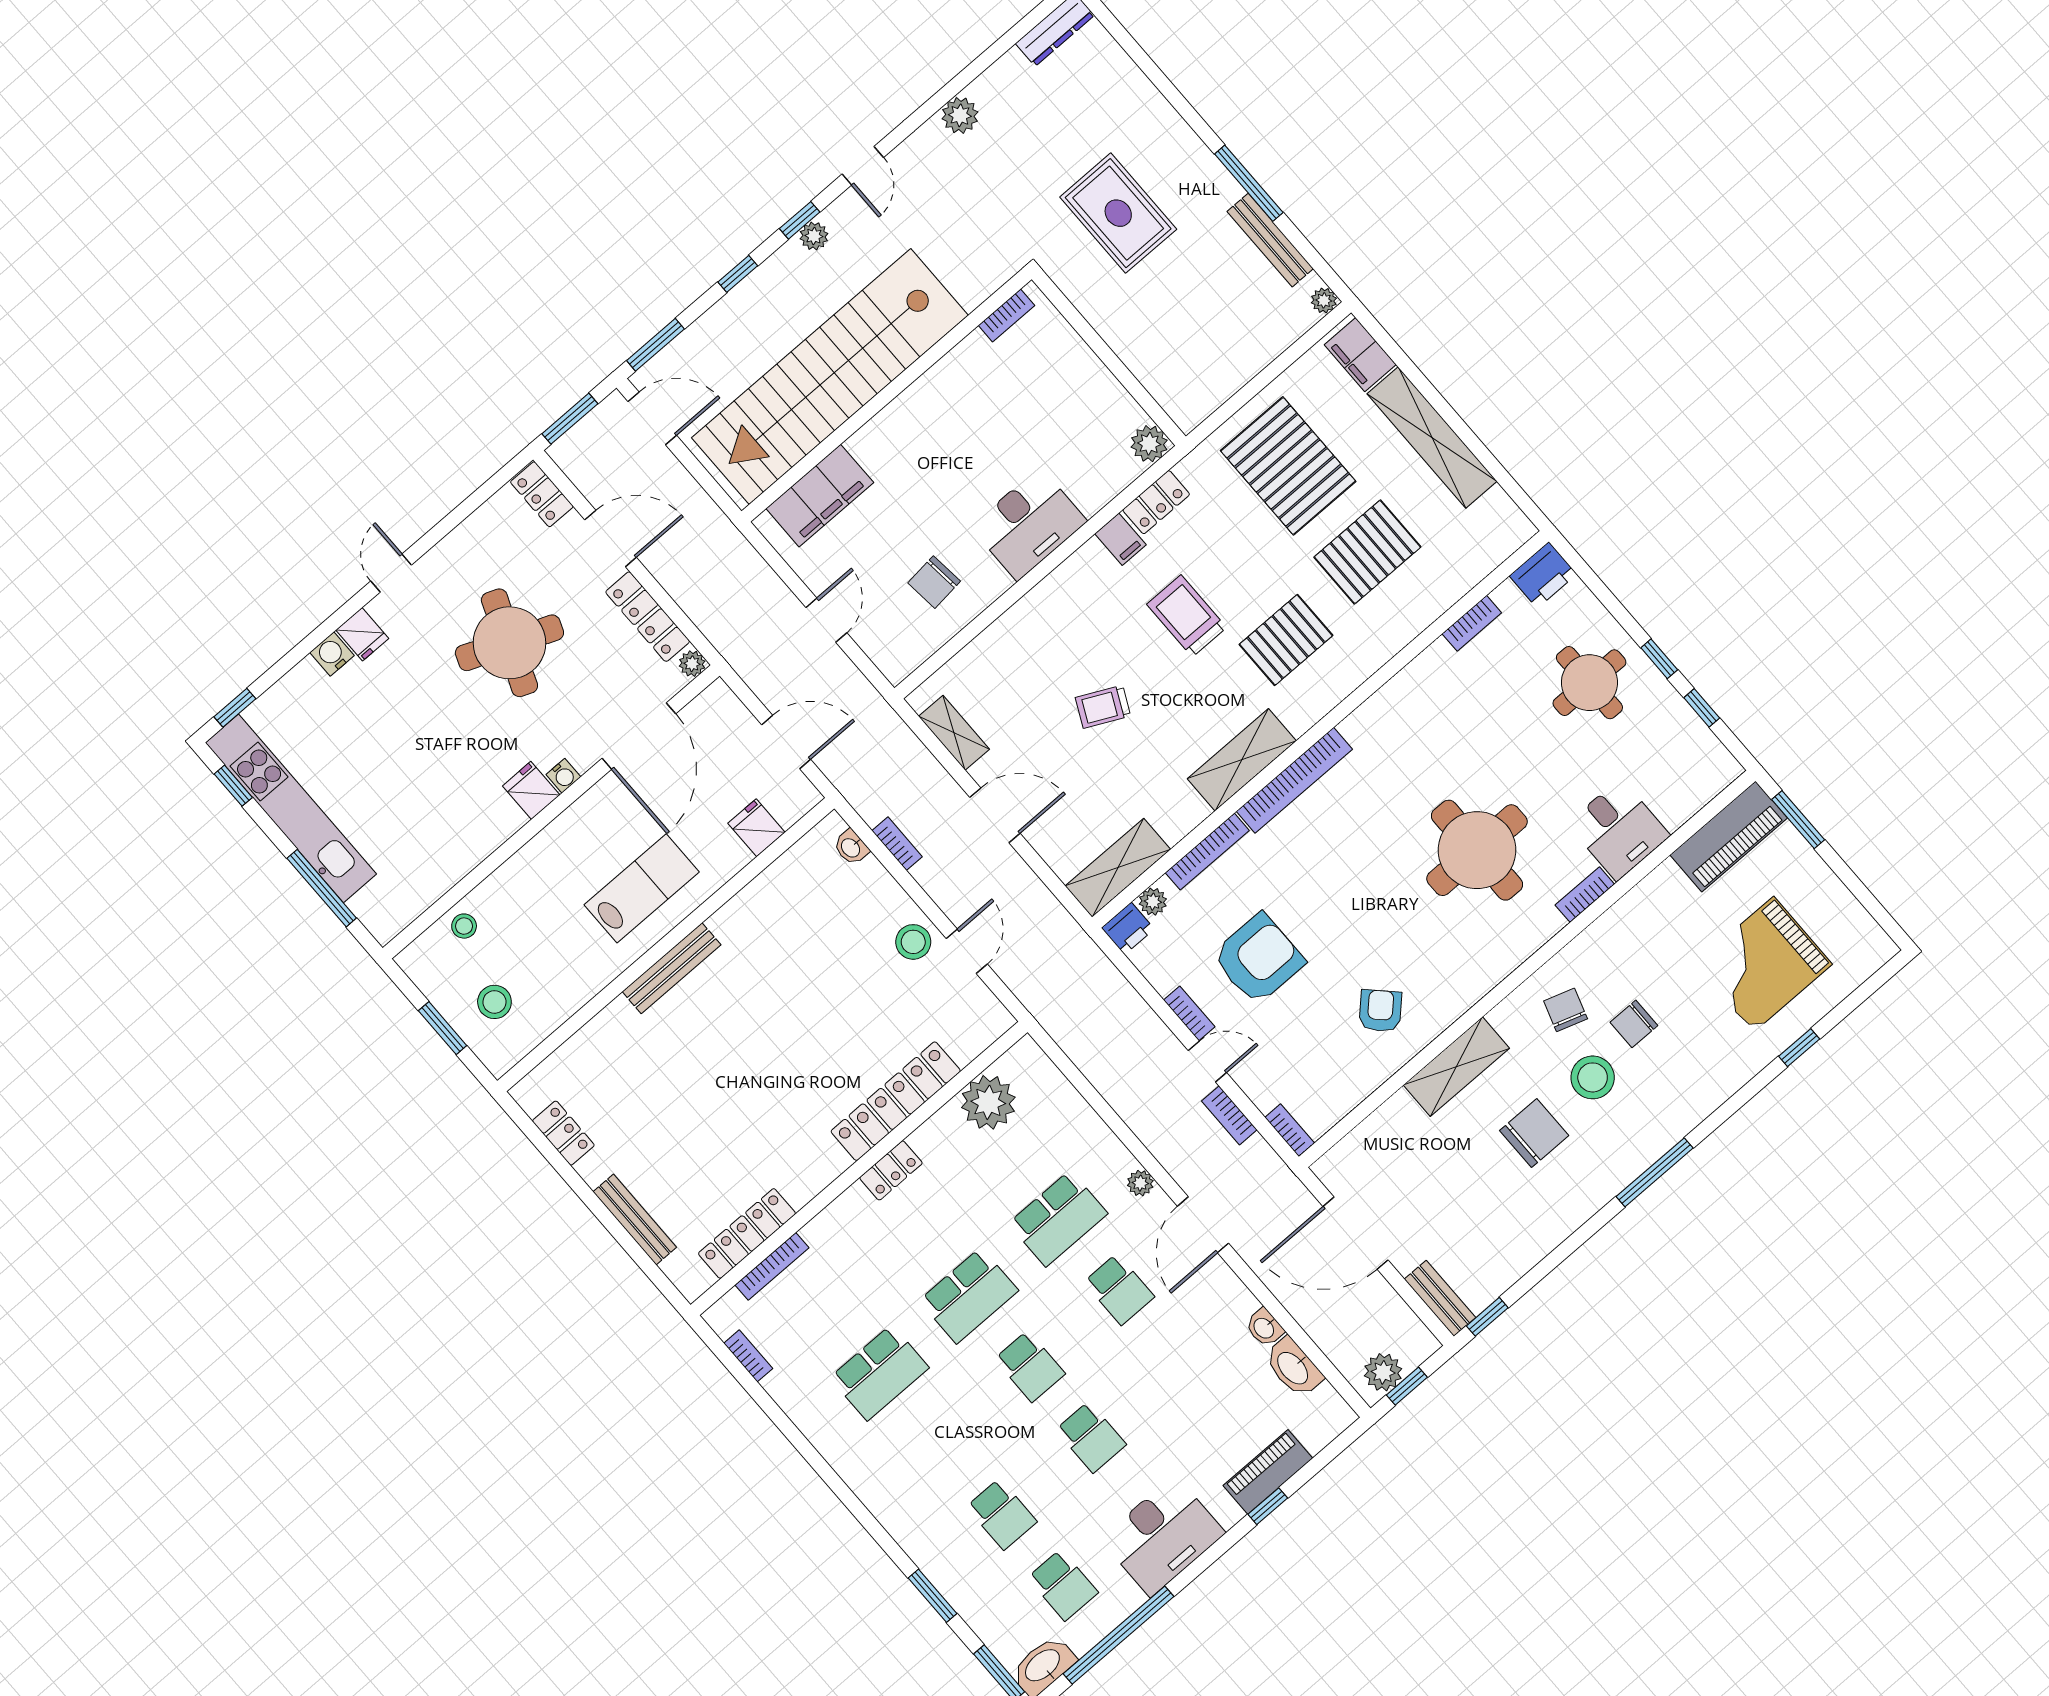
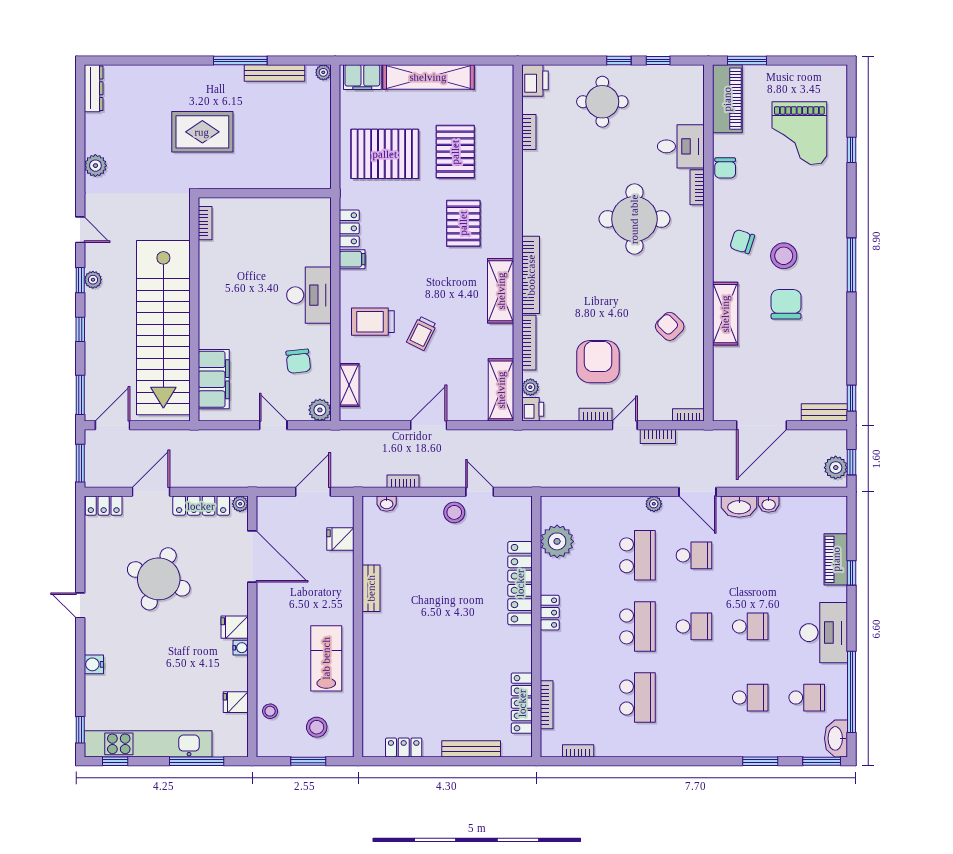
plant: (1149, 444) -> (320, 410), moved
trolley: (1187, 616) -> (373, 322), moved
fridge: (362, 634) -> (236, 702), moved, turned 180
shelving: (954, 733) -> (349, 385), moved, turned 90
water cooler: (563, 776) -> (241, 648), moved
lab bench: (642, 888) -> (326, 658), moved
bench: (672, 968) -> (371, 588), moved, width x0.73
chair: (1634, 1024) -> (725, 168), moved
washbasin: (1293, 1367) -> (739, 507), moved

